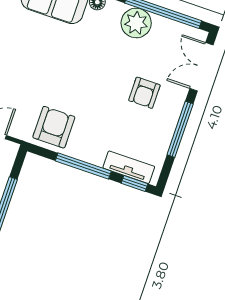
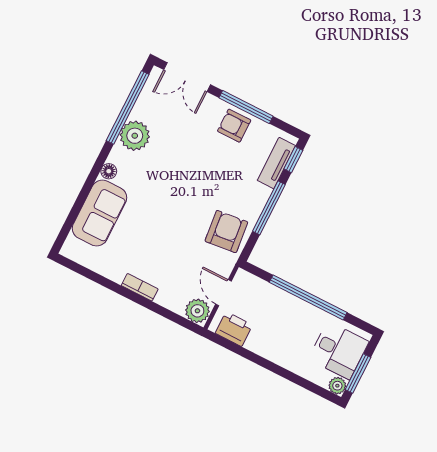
armchair: (144, 93) -> (234, 126), moved, turned 180
armchair: (54, 127) -> (226, 232), turned 84

